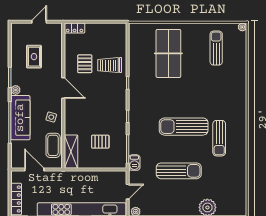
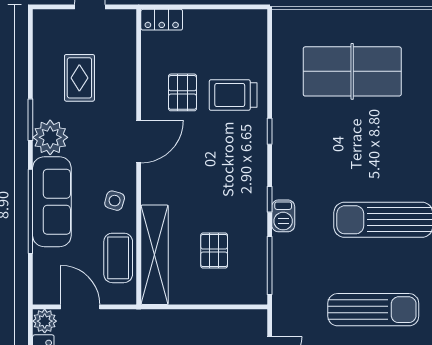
table tennis table: (168, 53) -> (352, 71), turned 90
door: (63, 88) -> (139, 142), hinge flipped
plant: (16, 90) -> (50, 137), width x1.88, depth x1.88
pallet: (100, 142) -> (214, 251), turned 90
shelving: (71, 152) -> (155, 255), width x1.47
barbecue: (134, 163) -> (283, 216), moved
plant: (17, 176) -> (45, 321), added

